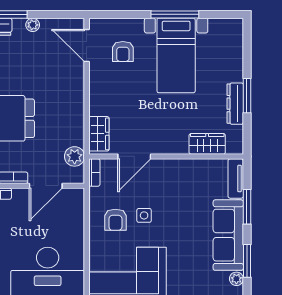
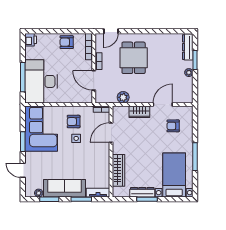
door: (87, 45) -> (163, 104), moved
bed with nightstands: (176, 55) -> (174, 175), moved, turned 90
wardrobe: (99, 134) -> (139, 112), moved
wardrobe: (207, 144) -> (118, 170), width x1.50
plant: (75, 156) -> (123, 97), moved
door: (134, 156) -> (111, 133), hinge flipped

